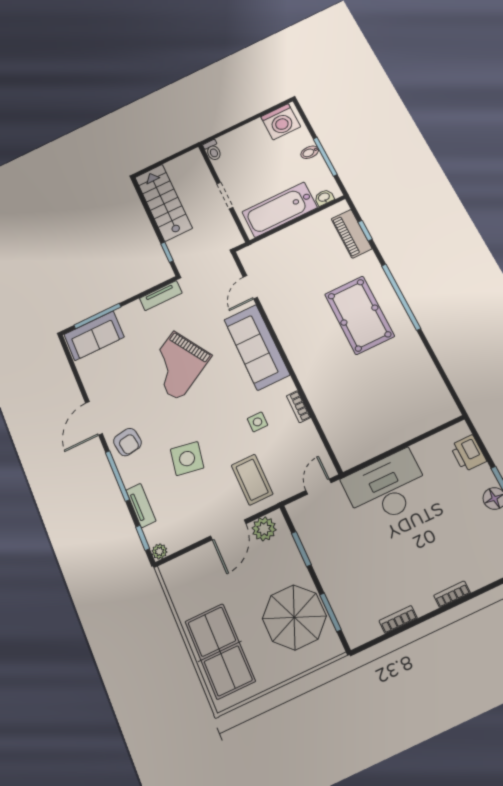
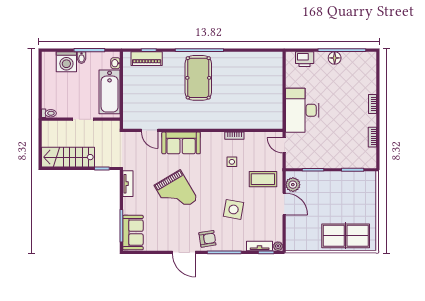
washing machine: (281, 122) -> (66, 62), moved, turned 90
pool table: (359, 315) -> (198, 78), turned 90
sofa: (257, 347) -> (181, 143), width x0.73
tv unit: (141, 506) -> (260, 246), moved
parasol: (294, 617) -> (346, 190), removed

